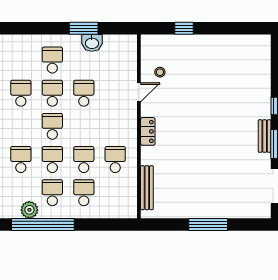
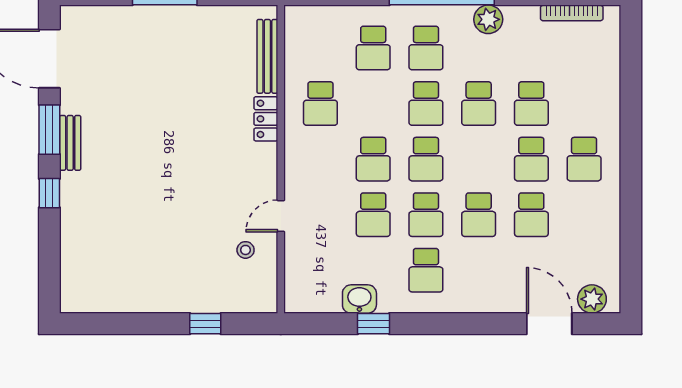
window: (84, 28) -> (374, 324), width x0.67
locker: (148, 131) -> (266, 119), moved
school desk: (84, 160) -> (373, 159), moved
plant: (29, 210) -> (488, 19), moved

